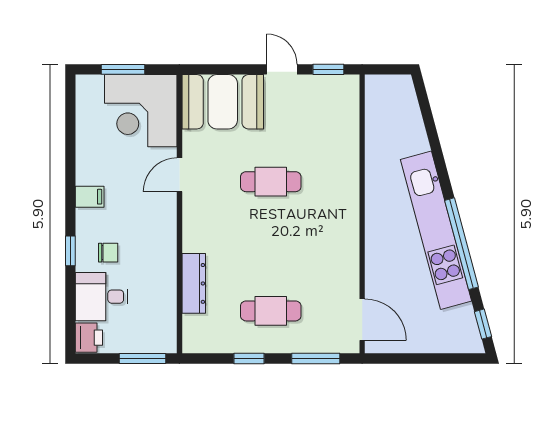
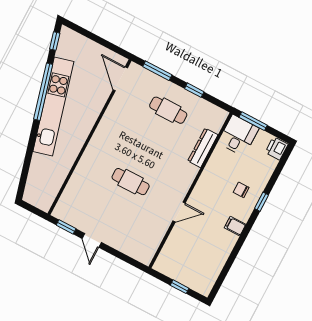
window: (123, 69) -> (180, 287), width x0.67
booth: (223, 102) -> (134, 240), removed
corner desk: (141, 111) -> (182, 259), removed
desk: (102, 297) -> (238, 135), moved, turned -90

